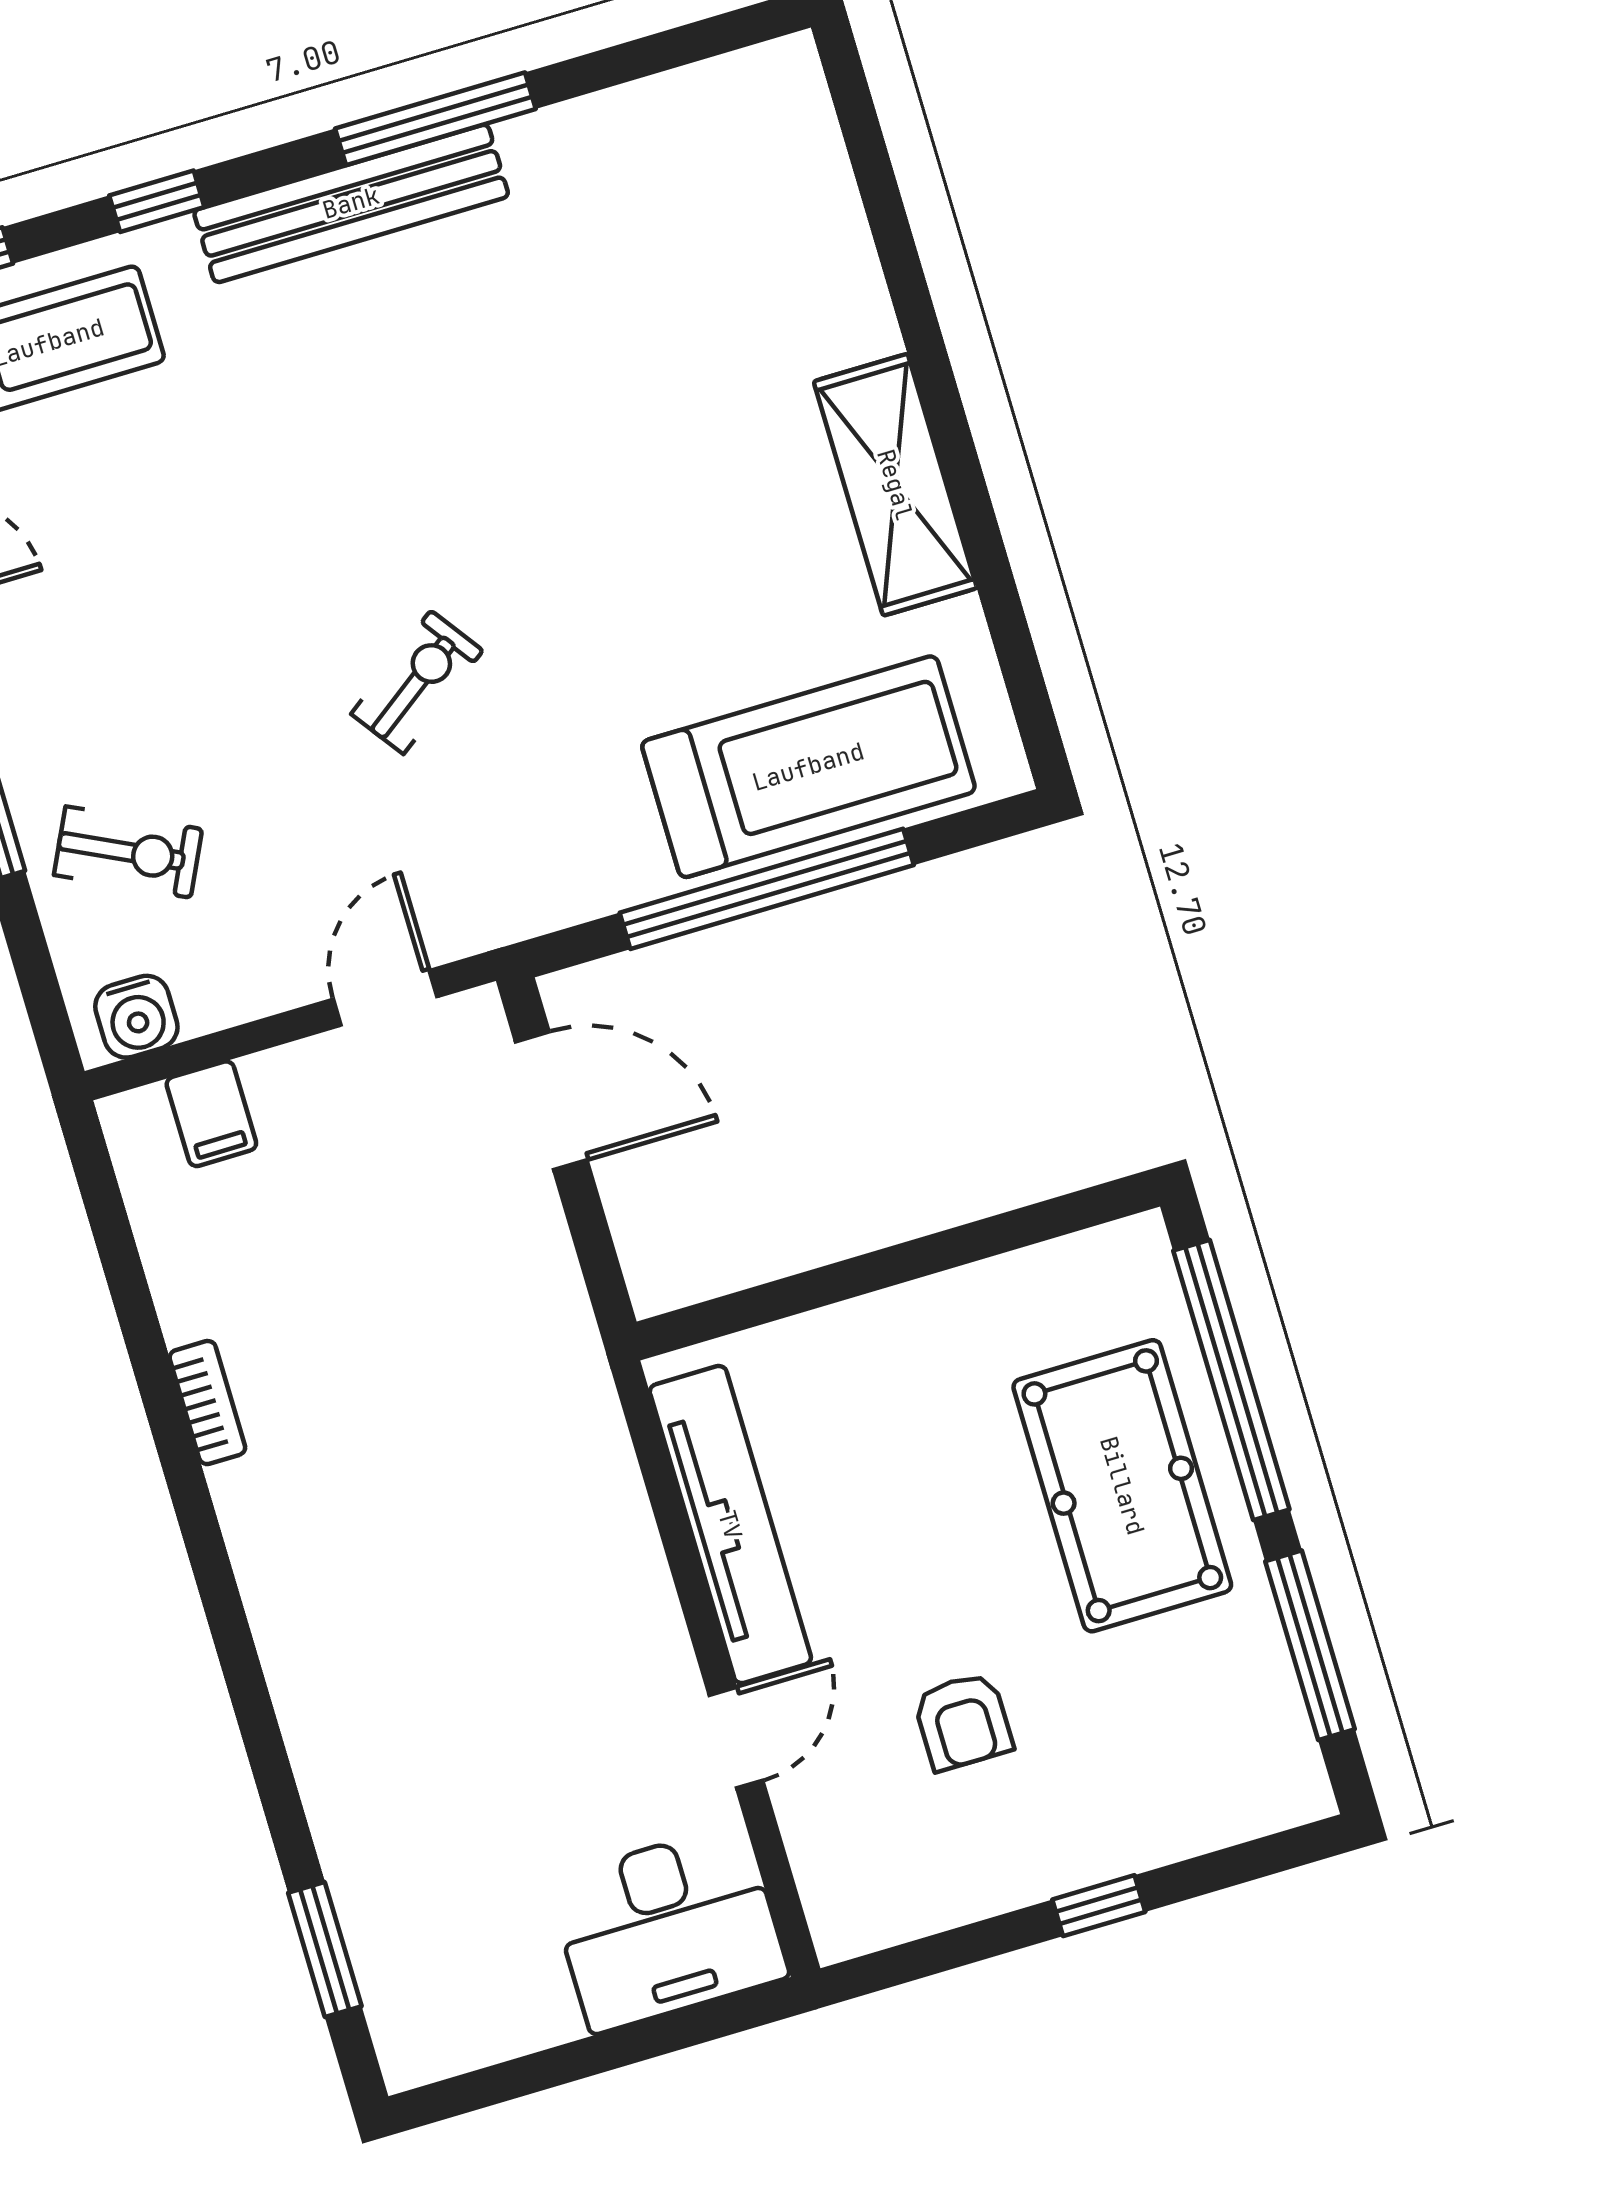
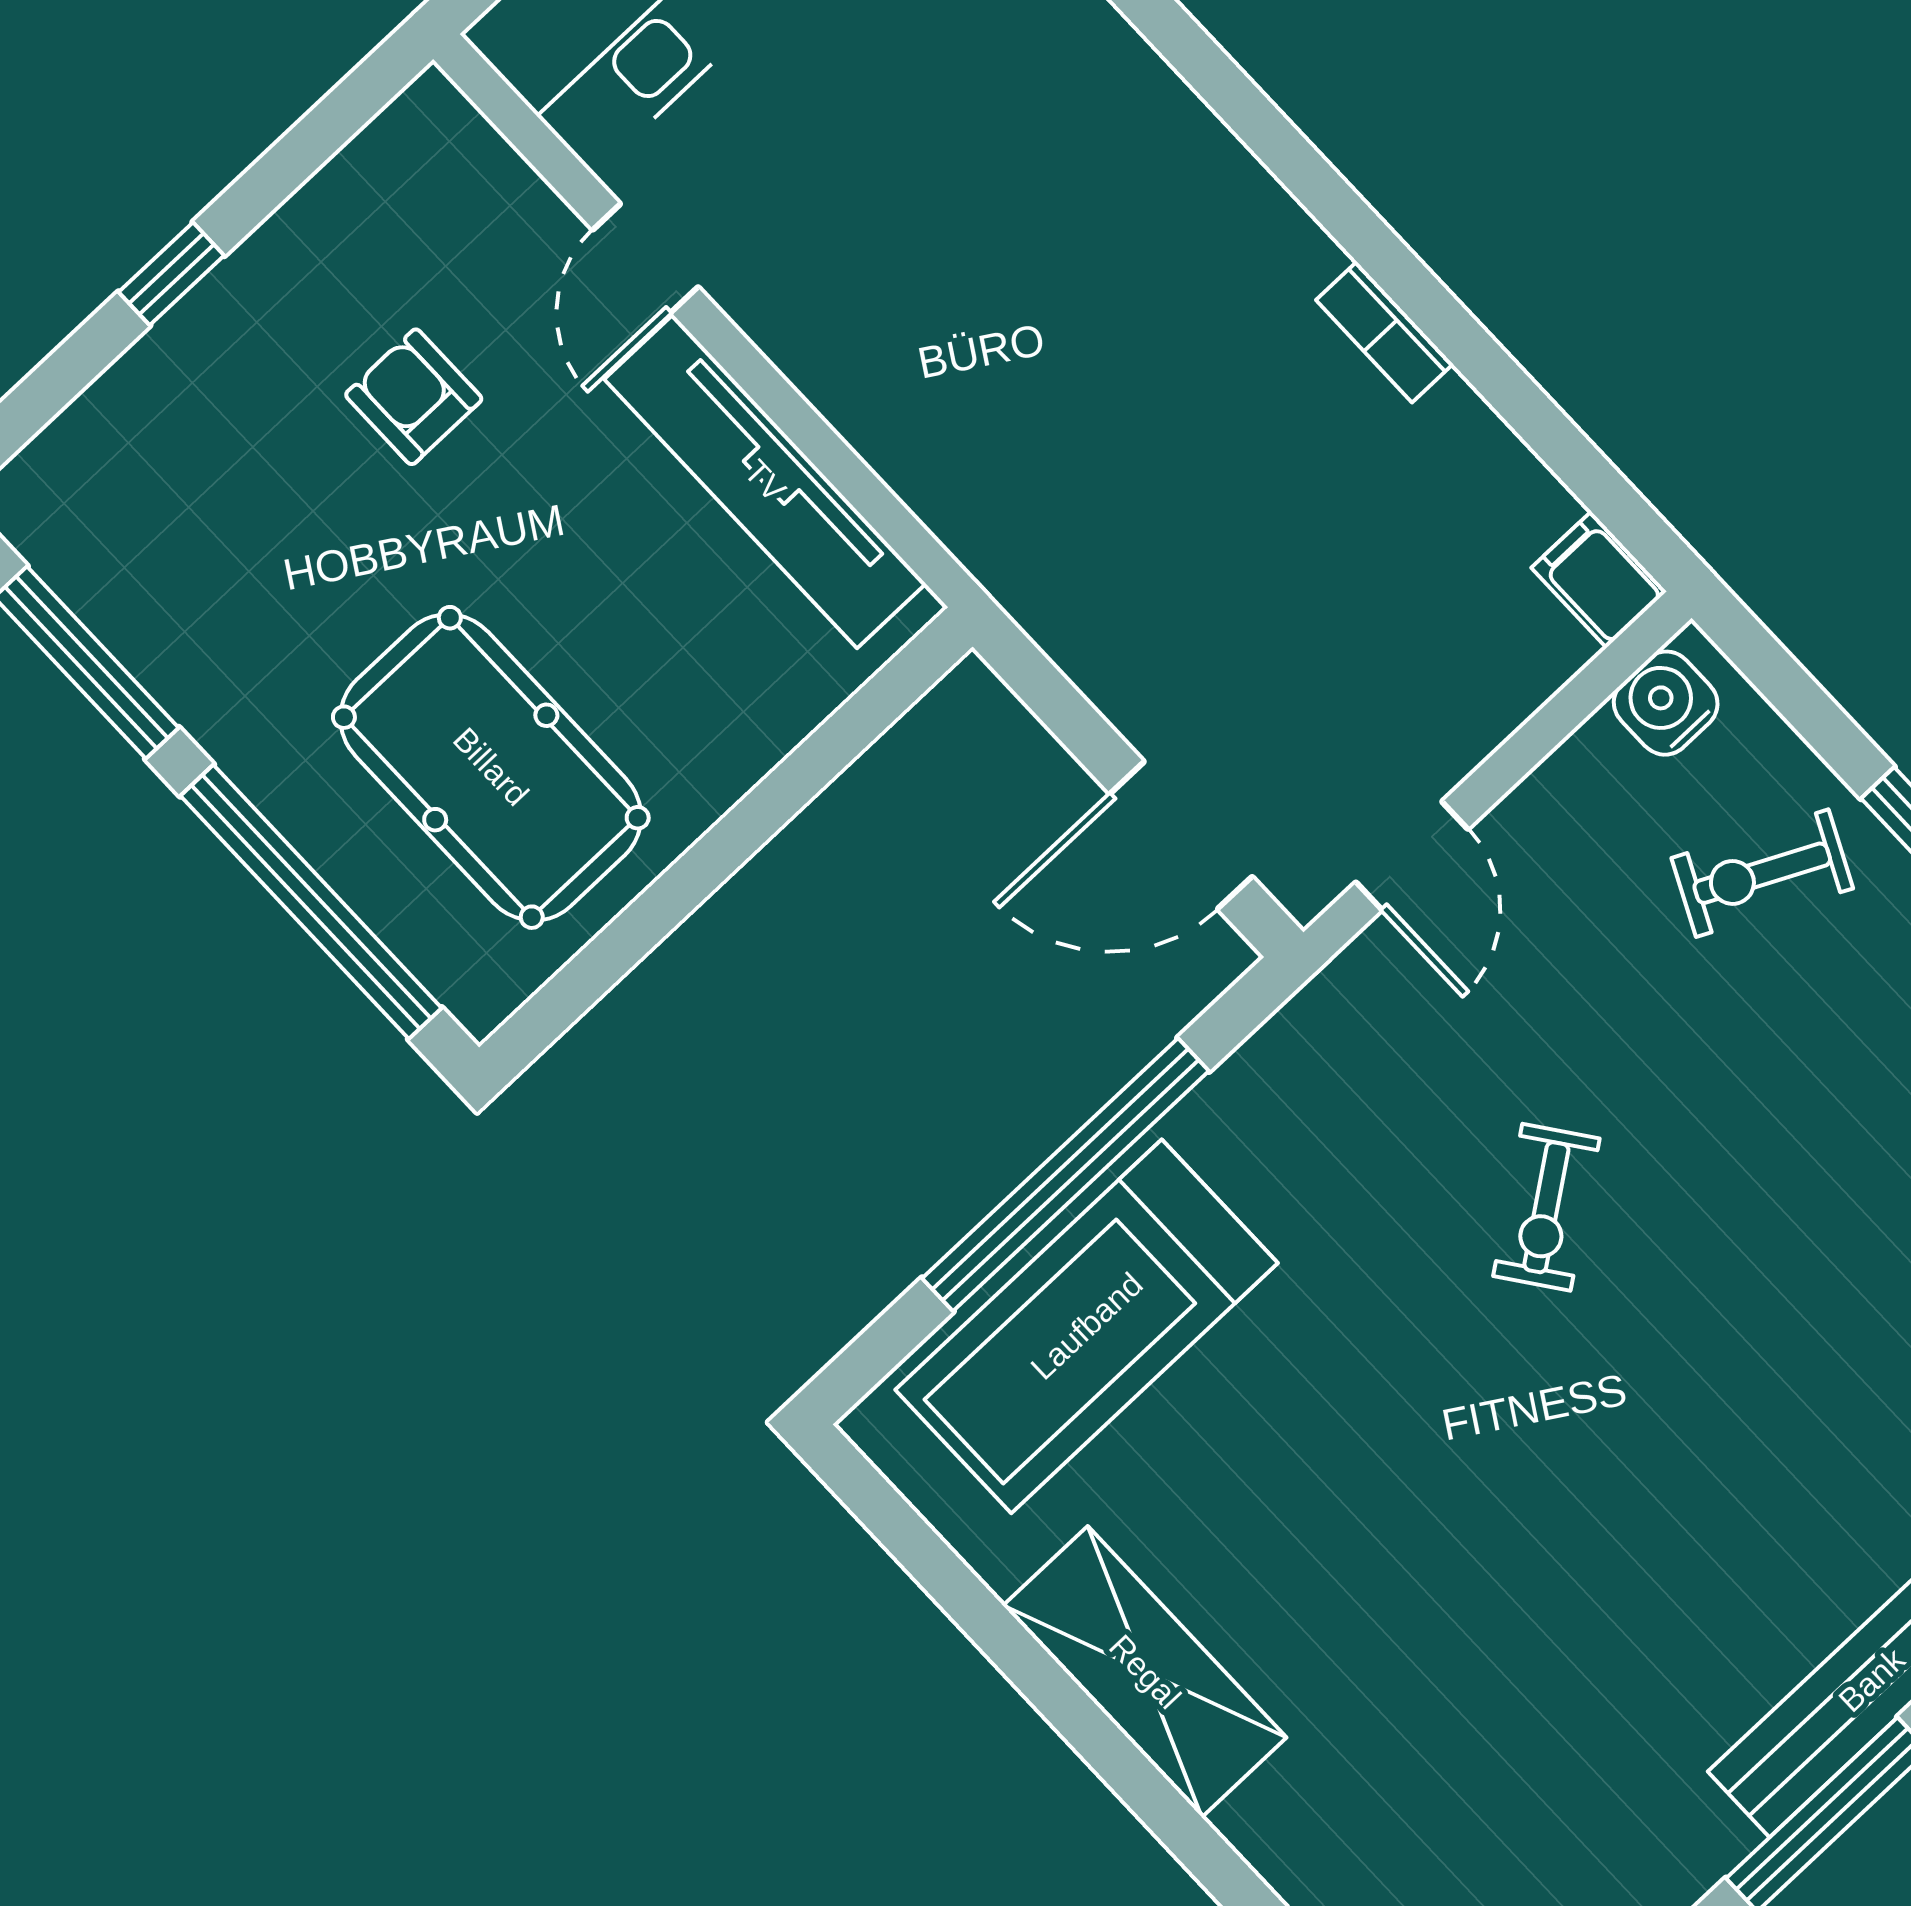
filing cabinet: (211, 1114) -> (1599, 579), moved
pool table: (1122, 1486) -> (491, 767), moved

